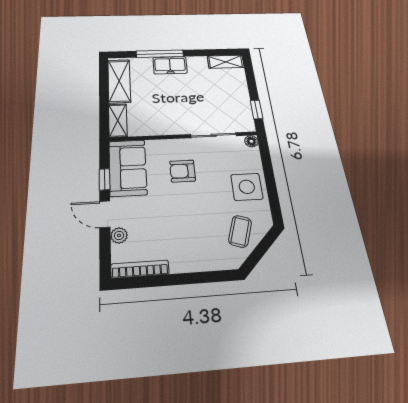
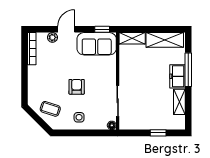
shelving: (226, 62) -> (179, 102), moved
window: (256, 109) -> (158, 133), moved
armchair: (183, 171) -> (77, 87), moved
window: (105, 179) -> (102, 29), moved
side table: (247, 187) -> (79, 117), width x0.54, depth x0.54

